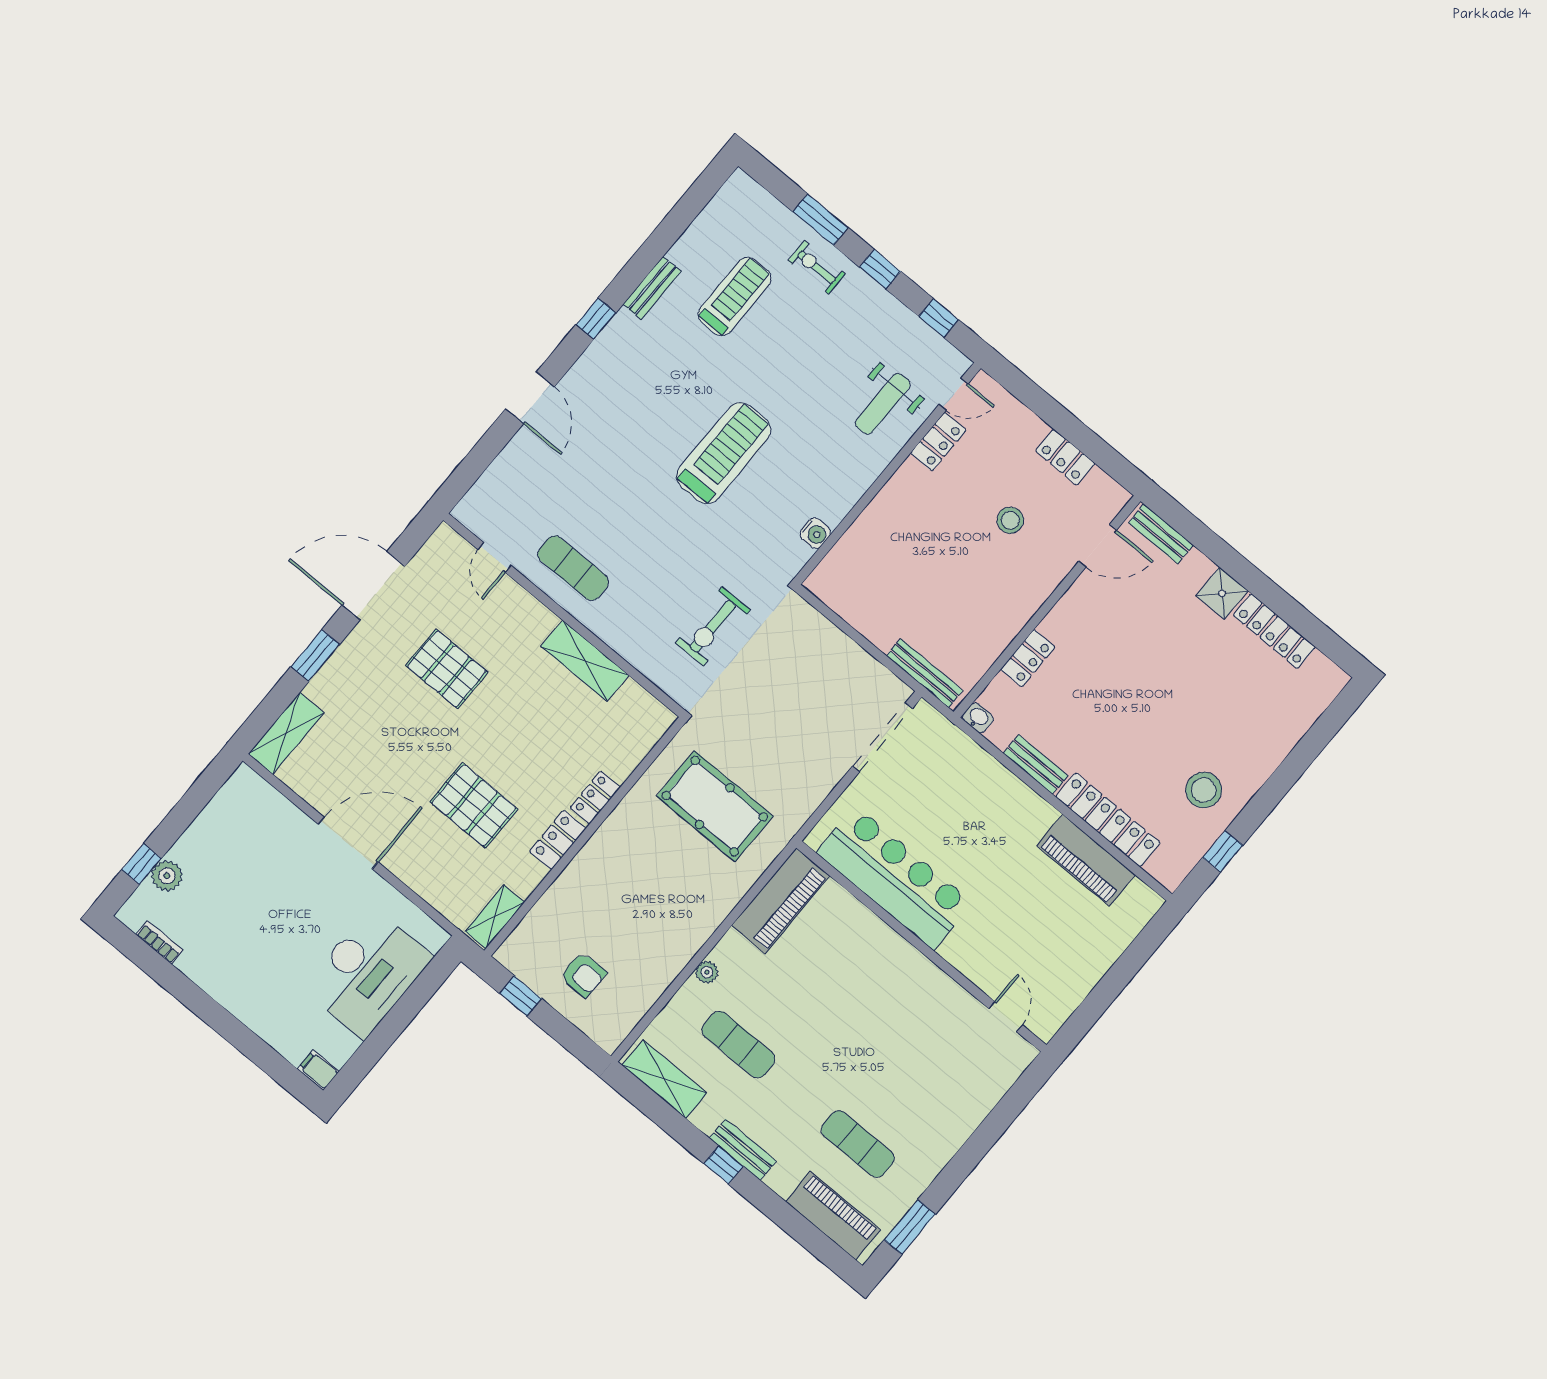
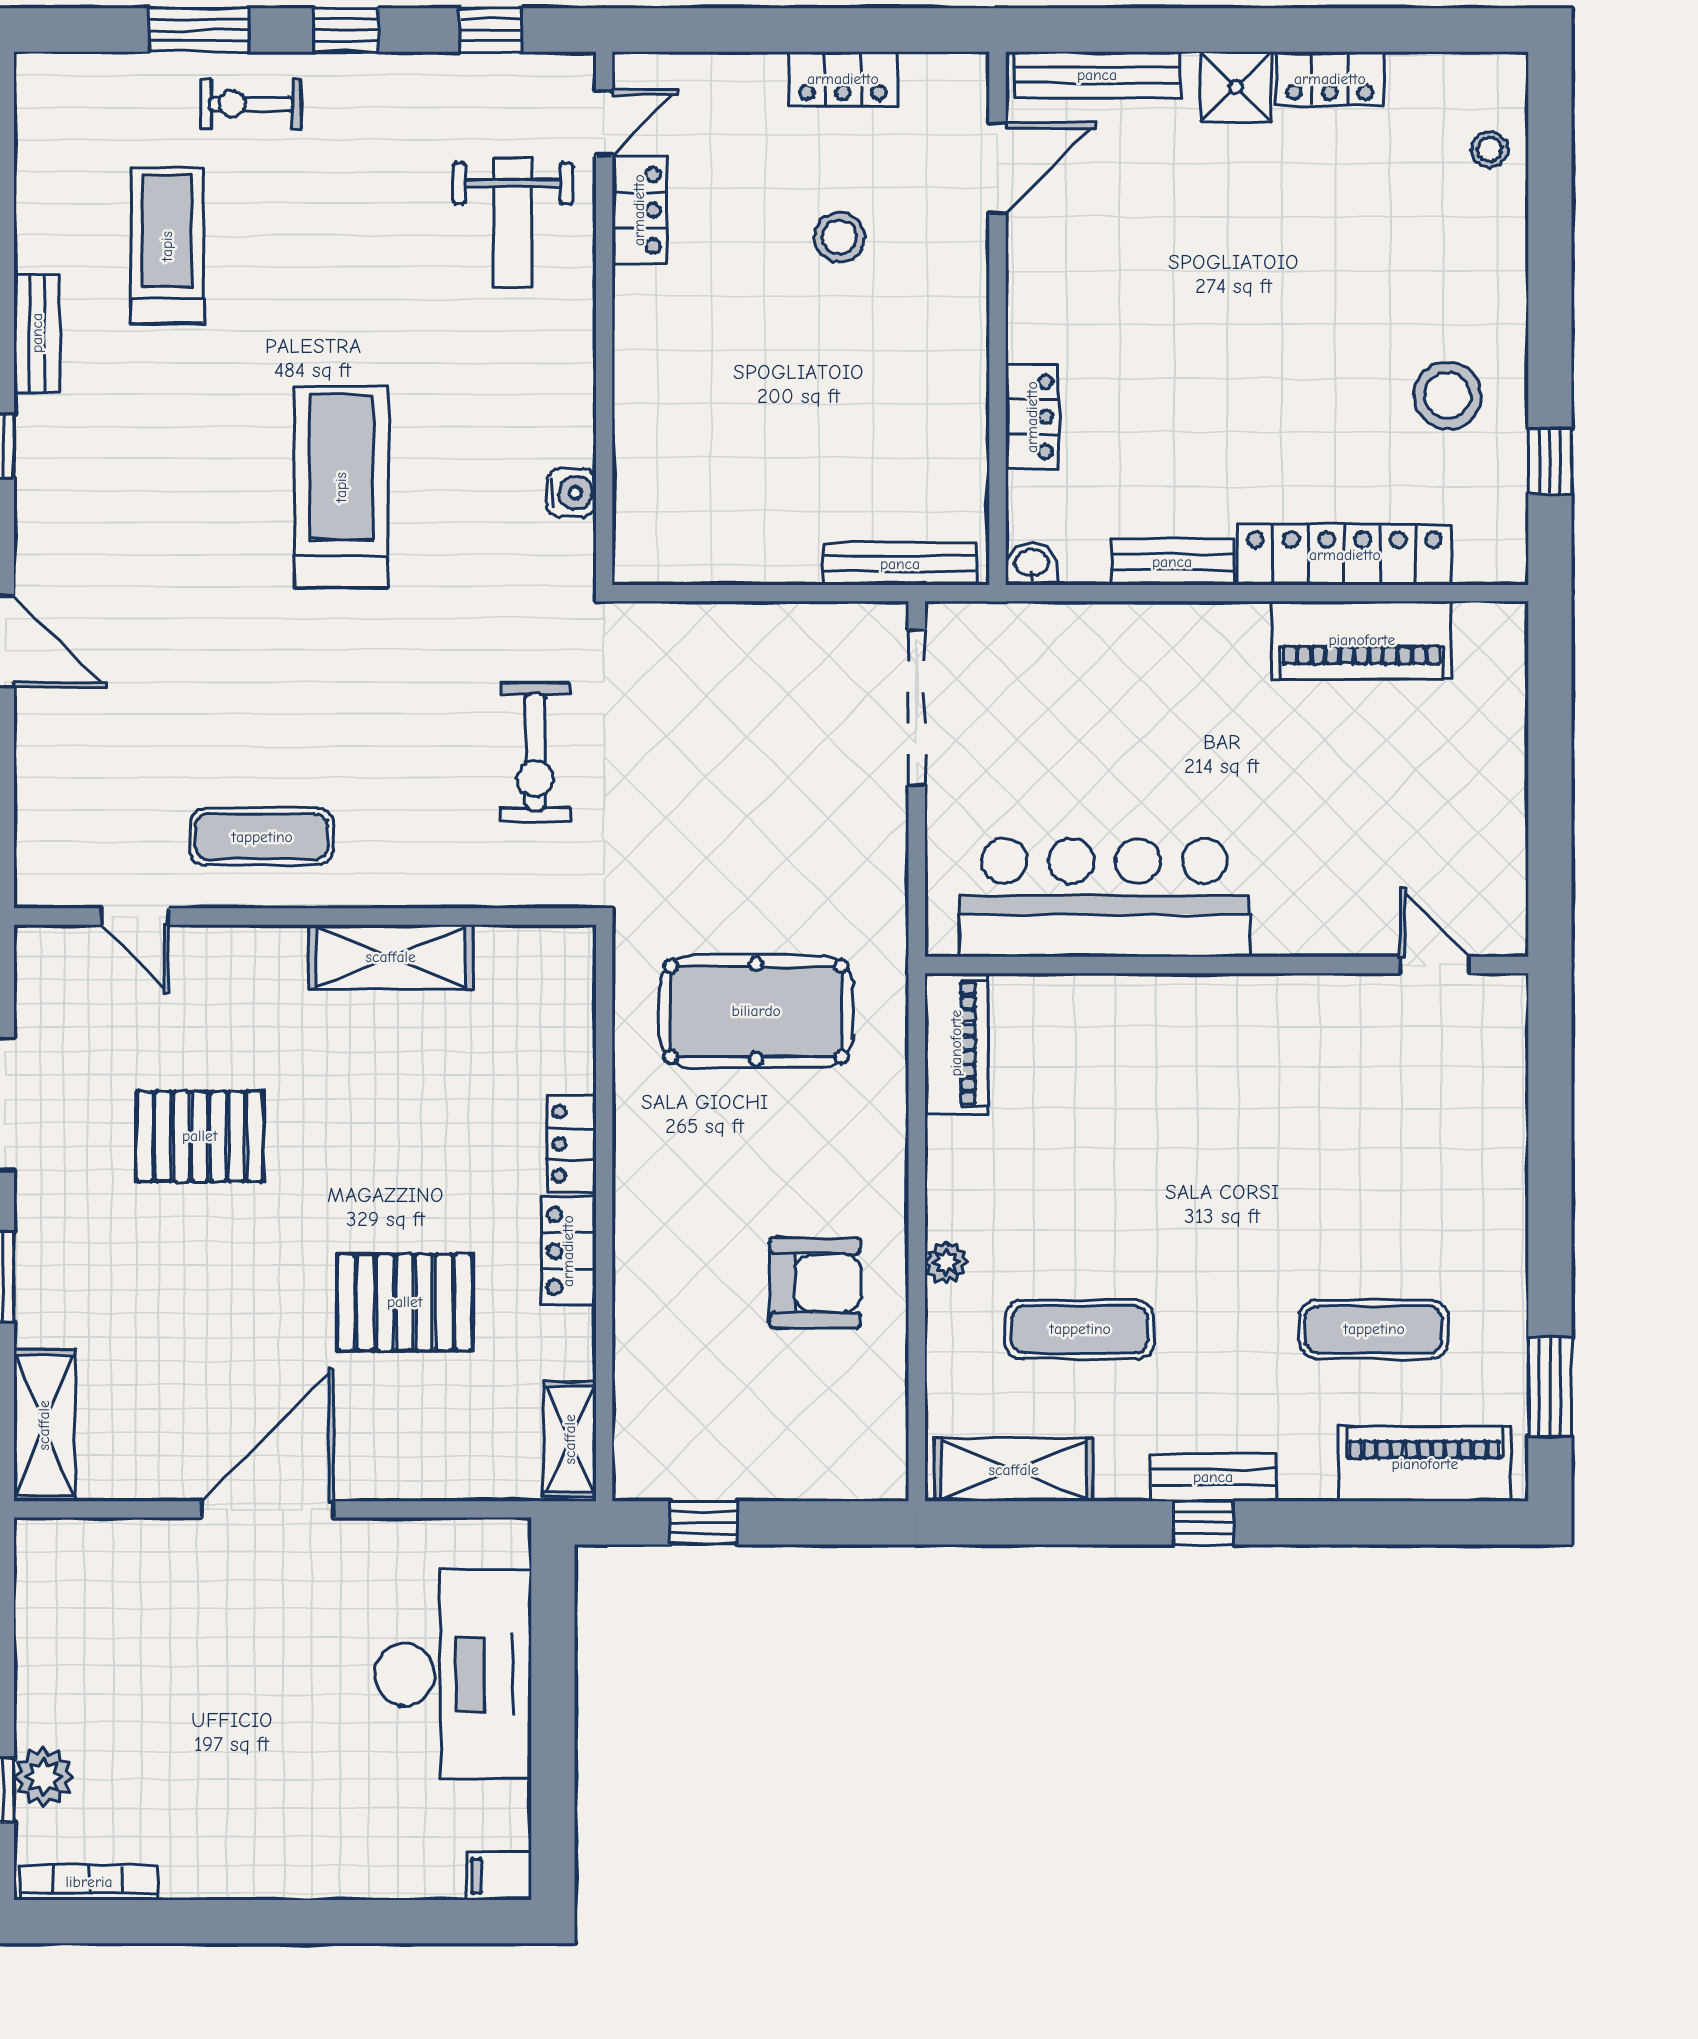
bench: (1161, 534) -> (1097, 75), width x1.36
locker: (1274, 631) -> (1330, 79), width x0.66
stool: (1304, 704) -> (1489, 149), added
piano: (781, 901) -> (956, 1043), width x0.73, depth x0.75
bookcase: (159, 942) -> (89, 1882), width x1.56
armchair: (583, 975) -> (815, 1283), moved, width x1.38, depth x1.38

